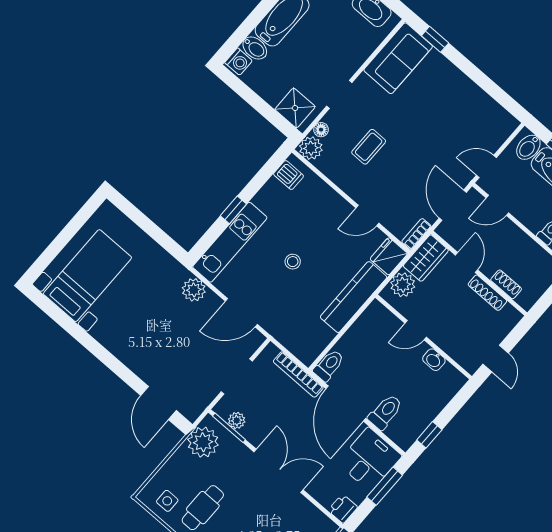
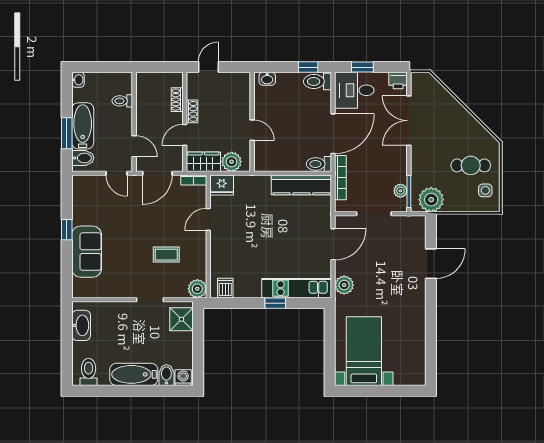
window: (435, 39) -> (67, 230), moved
sofa: (398, 58) -> (87, 252), moved, turned 90
floor lamp: (321, 130) -> (181, 292), removed
door: (367, 215) -> (208, 219), swing flipped
stool: (293, 262) -> (275, 240), removed
bed with nightstands: (87, 276) -> (364, 351), moved, turned 90
shoe rack: (487, 293) -> (192, 111), width x0.70
kitchen counter: (354, 297) -> (301, 185), moved
door: (241, 313) -> (333, 244), hinge flipped
door: (496, 358) -> (208, 67), moved
washbasin: (434, 360) -> (267, 79), moved, turned 90
door: (158, 403) -> (431, 264), moved
toilet: (385, 412) -> (317, 81), moved
double door: (279, 471) -> (409, 121), moved
window: (385, 486) -> (362, 67), width x0.67

